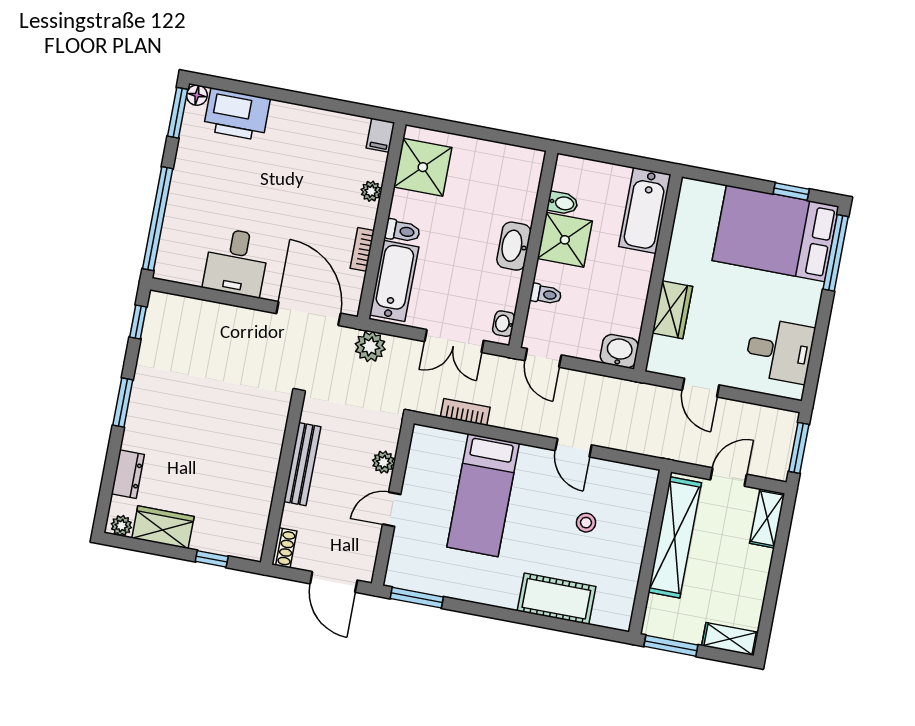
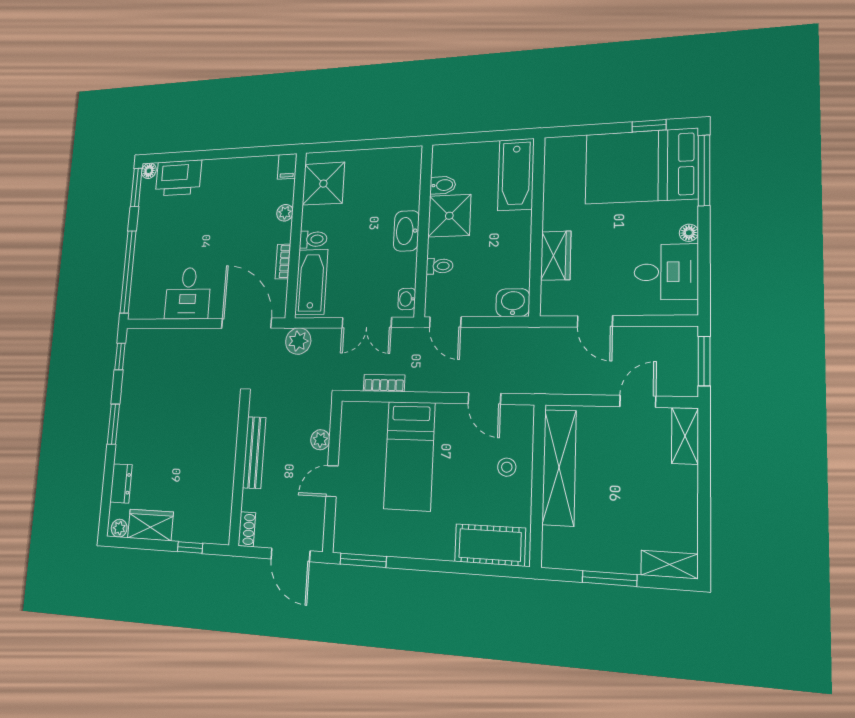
floor lamp: (809, 315) -> (689, 233), added
shelving: (675, 537) -> (559, 467), moved
wall: (650, 552) -> (538, 485), moved

